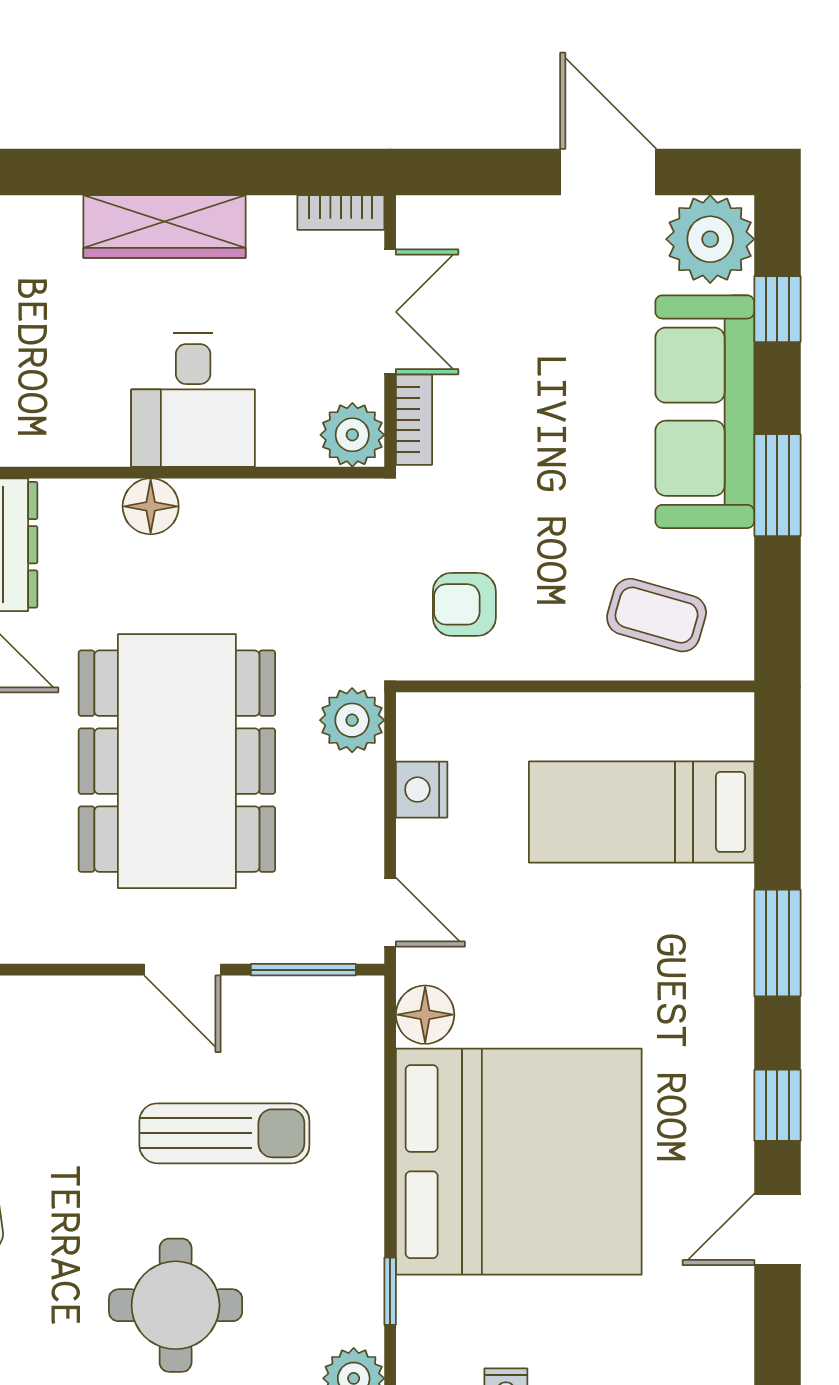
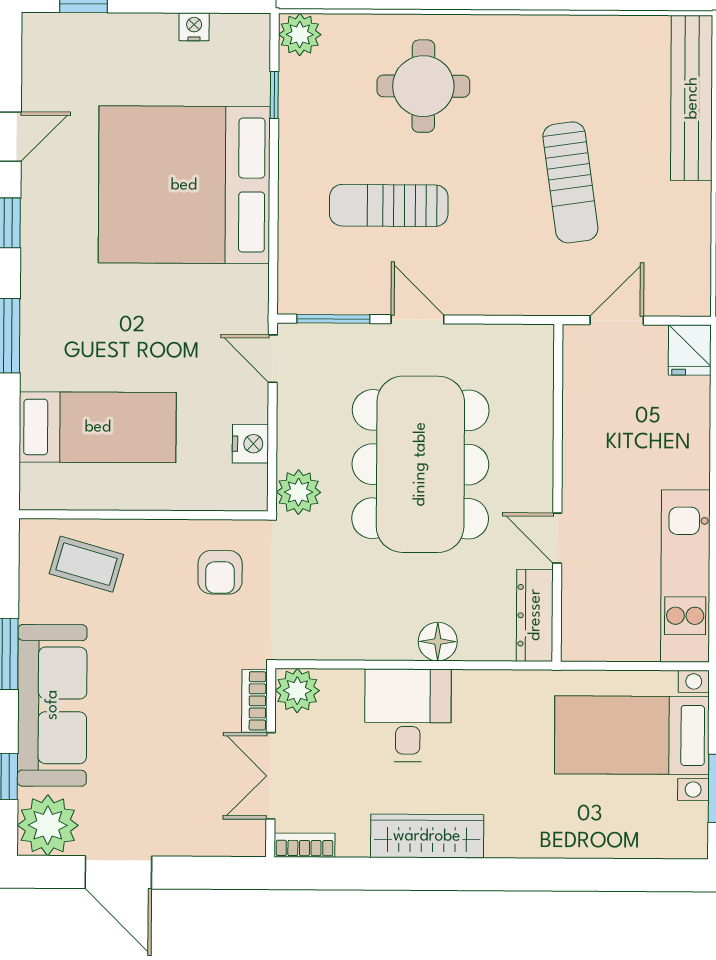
armchair: (464, 604) -> (220, 572), turned 90
floor lamp: (425, 1015) -> (249, 287), removed

